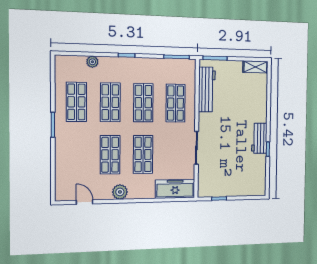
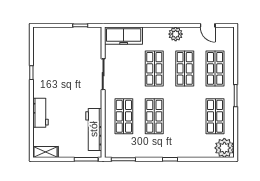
plant: (92, 62) -> (224, 148), moved, width x1.88, depth x1.88
shop shelf: (110, 102) -> (215, 68), moved
workbench: (259, 138) -> (40, 113), moved

